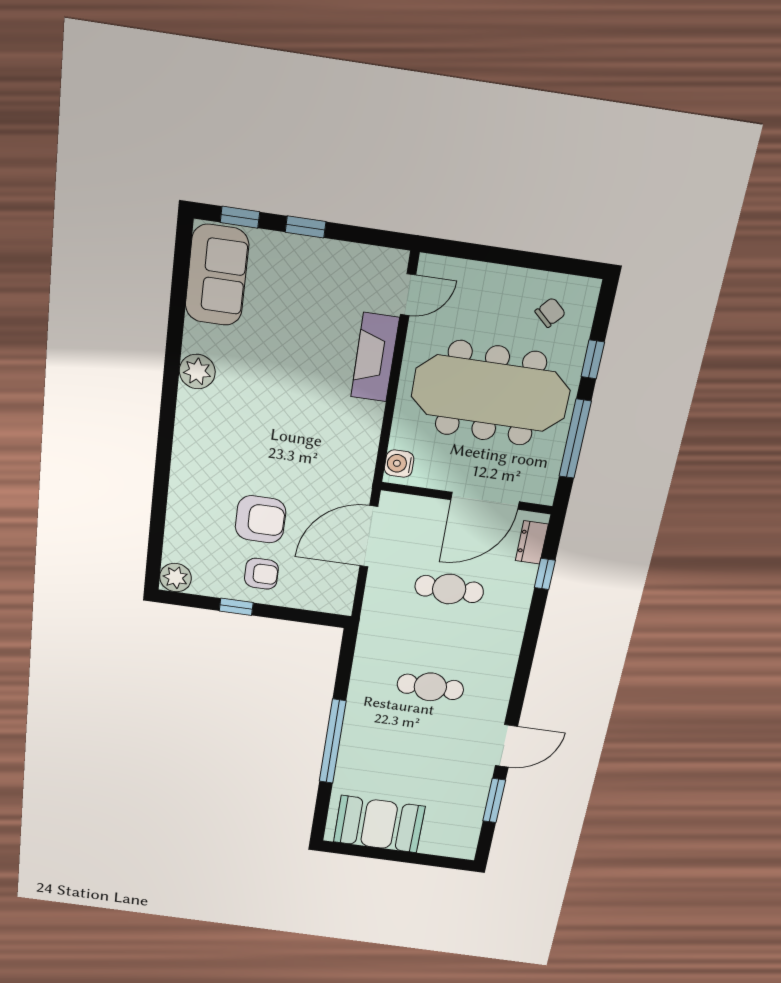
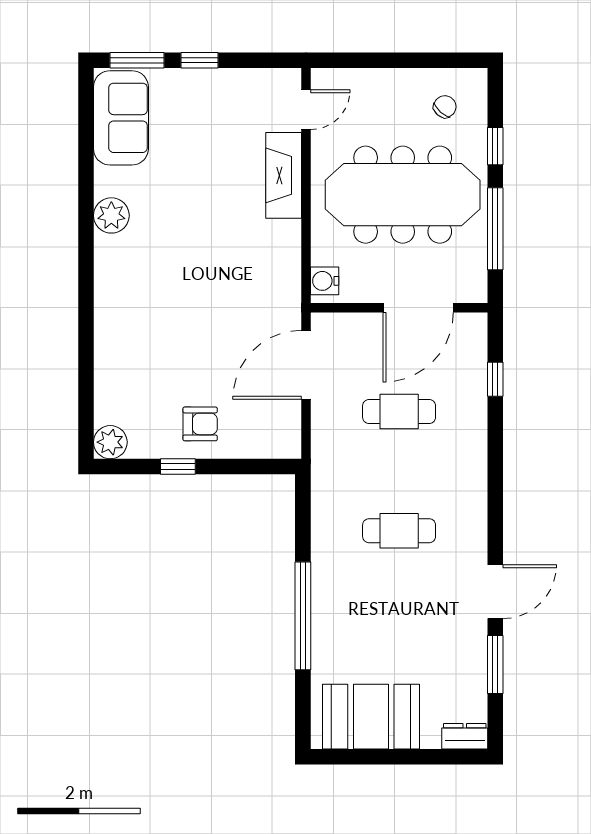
window: (240, 217) -> (137, 60), width x1.50
armchair: (261, 519) -> (192, 363), removed
dresser: (532, 542) -> (465, 736), moved, turned 90

